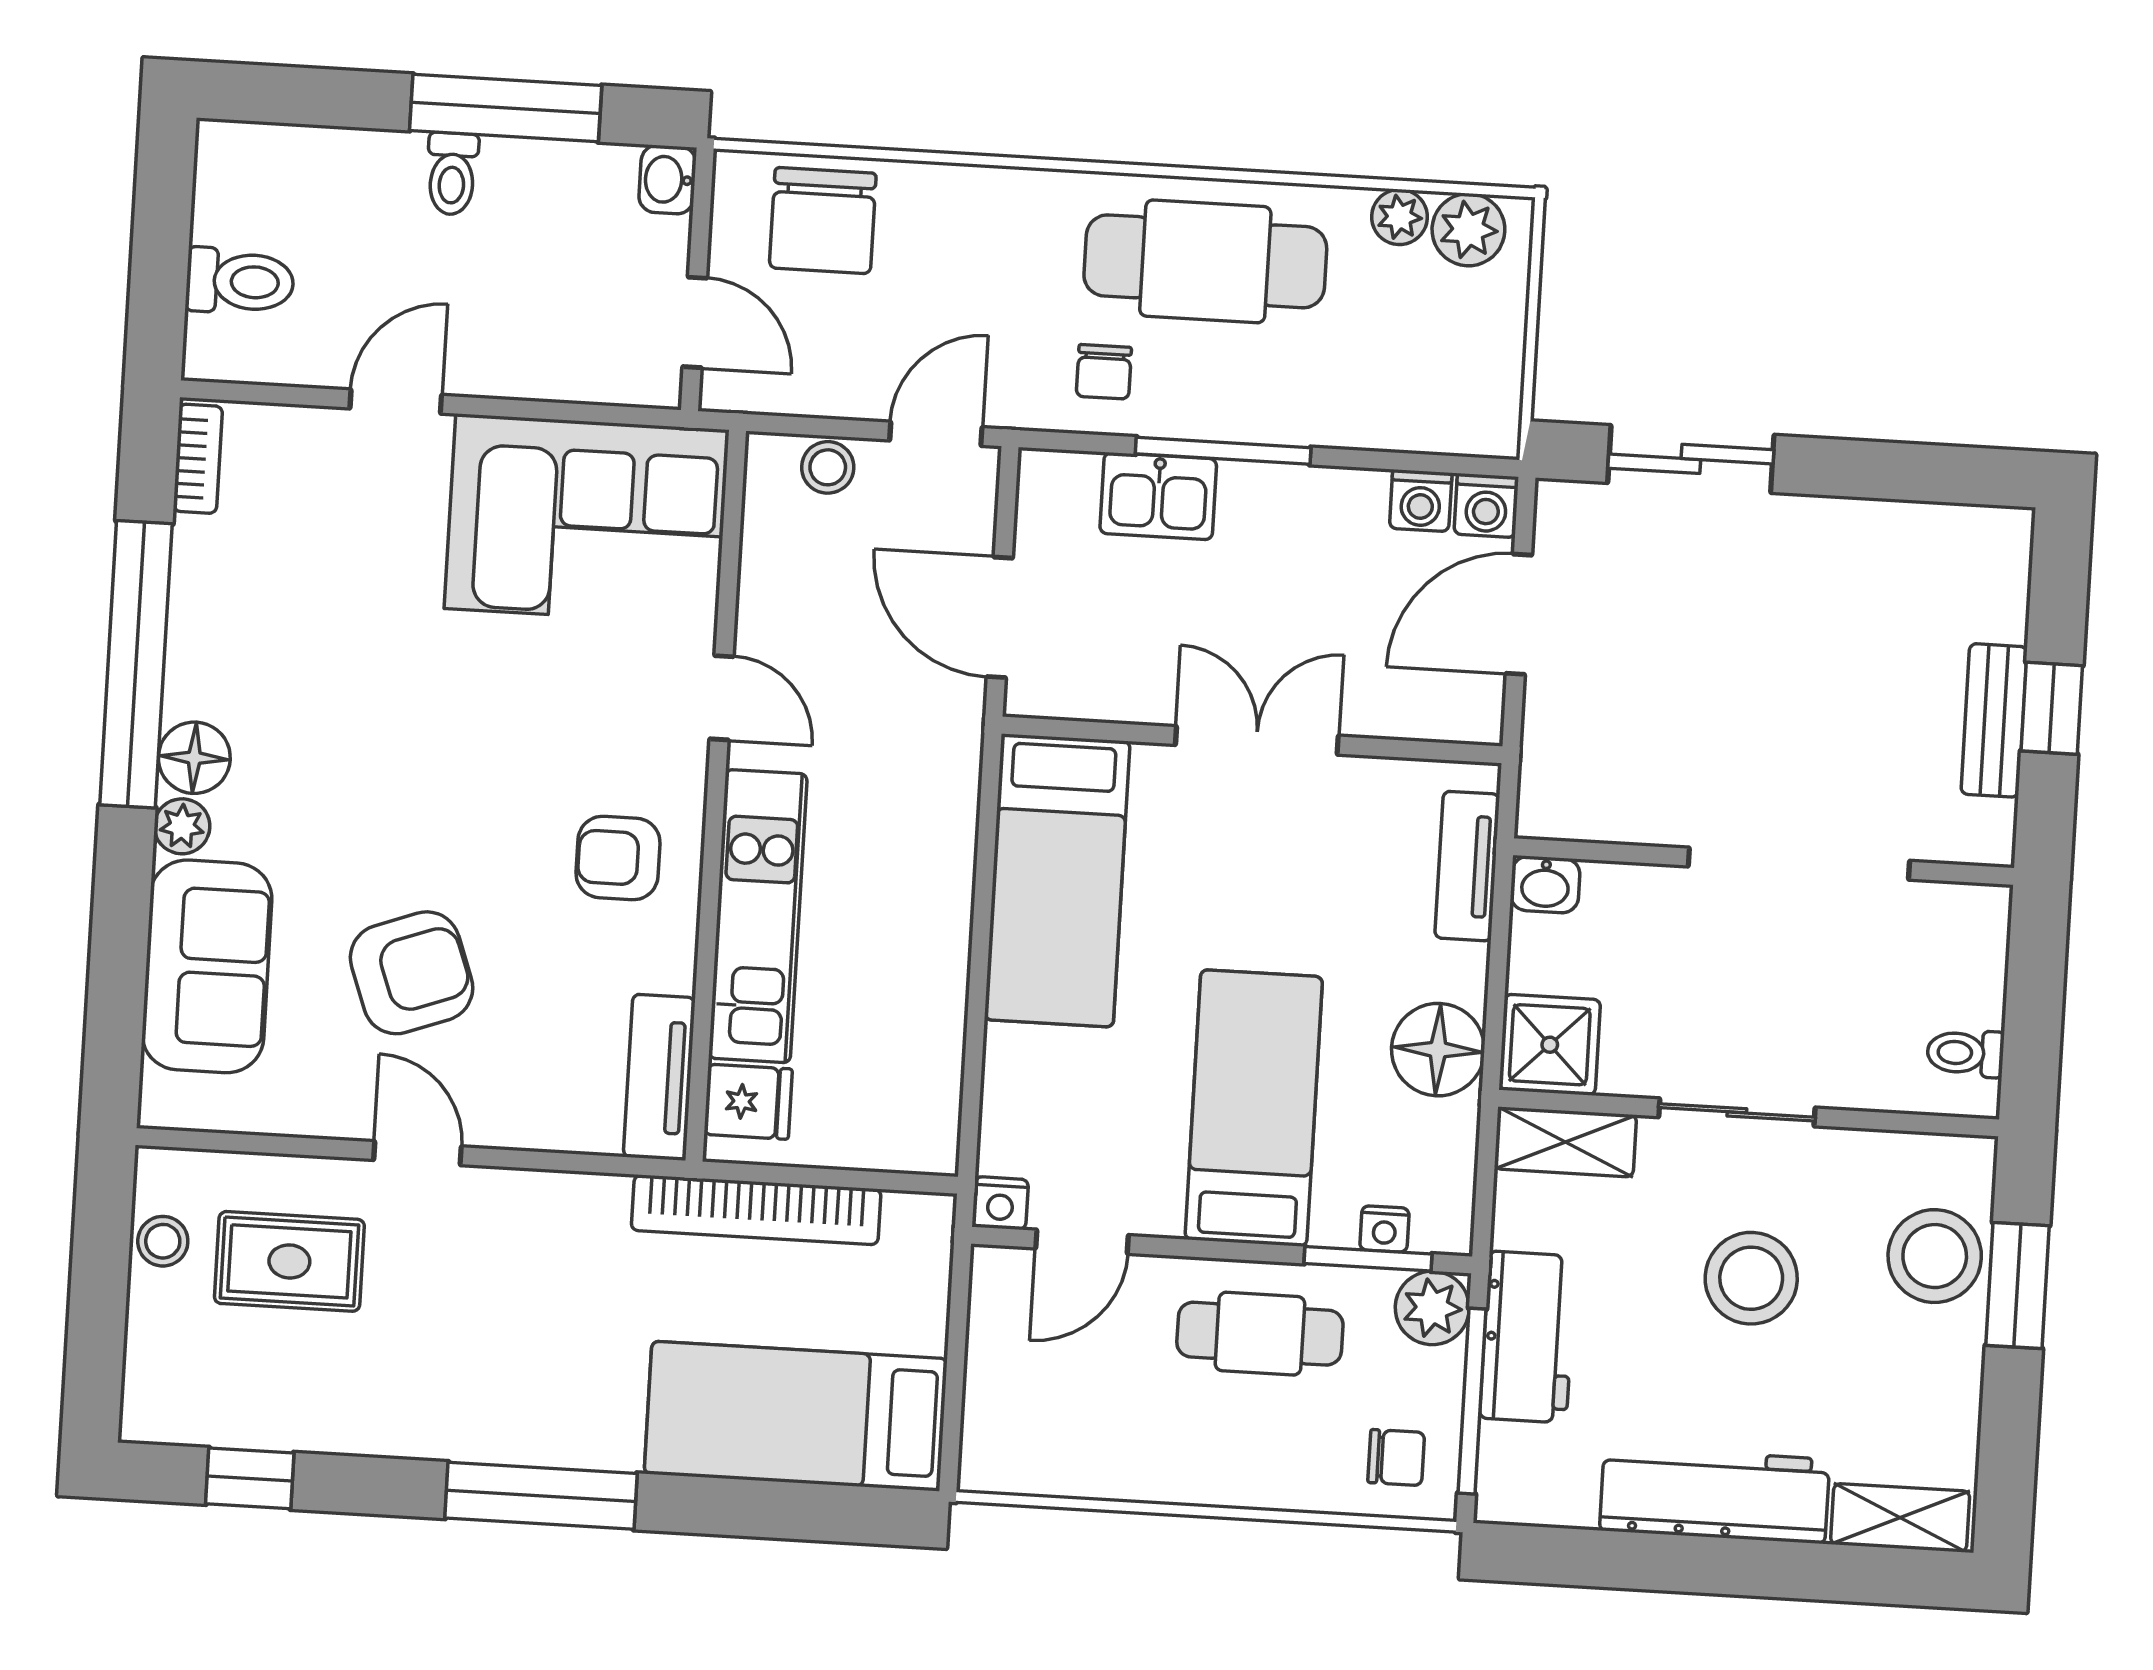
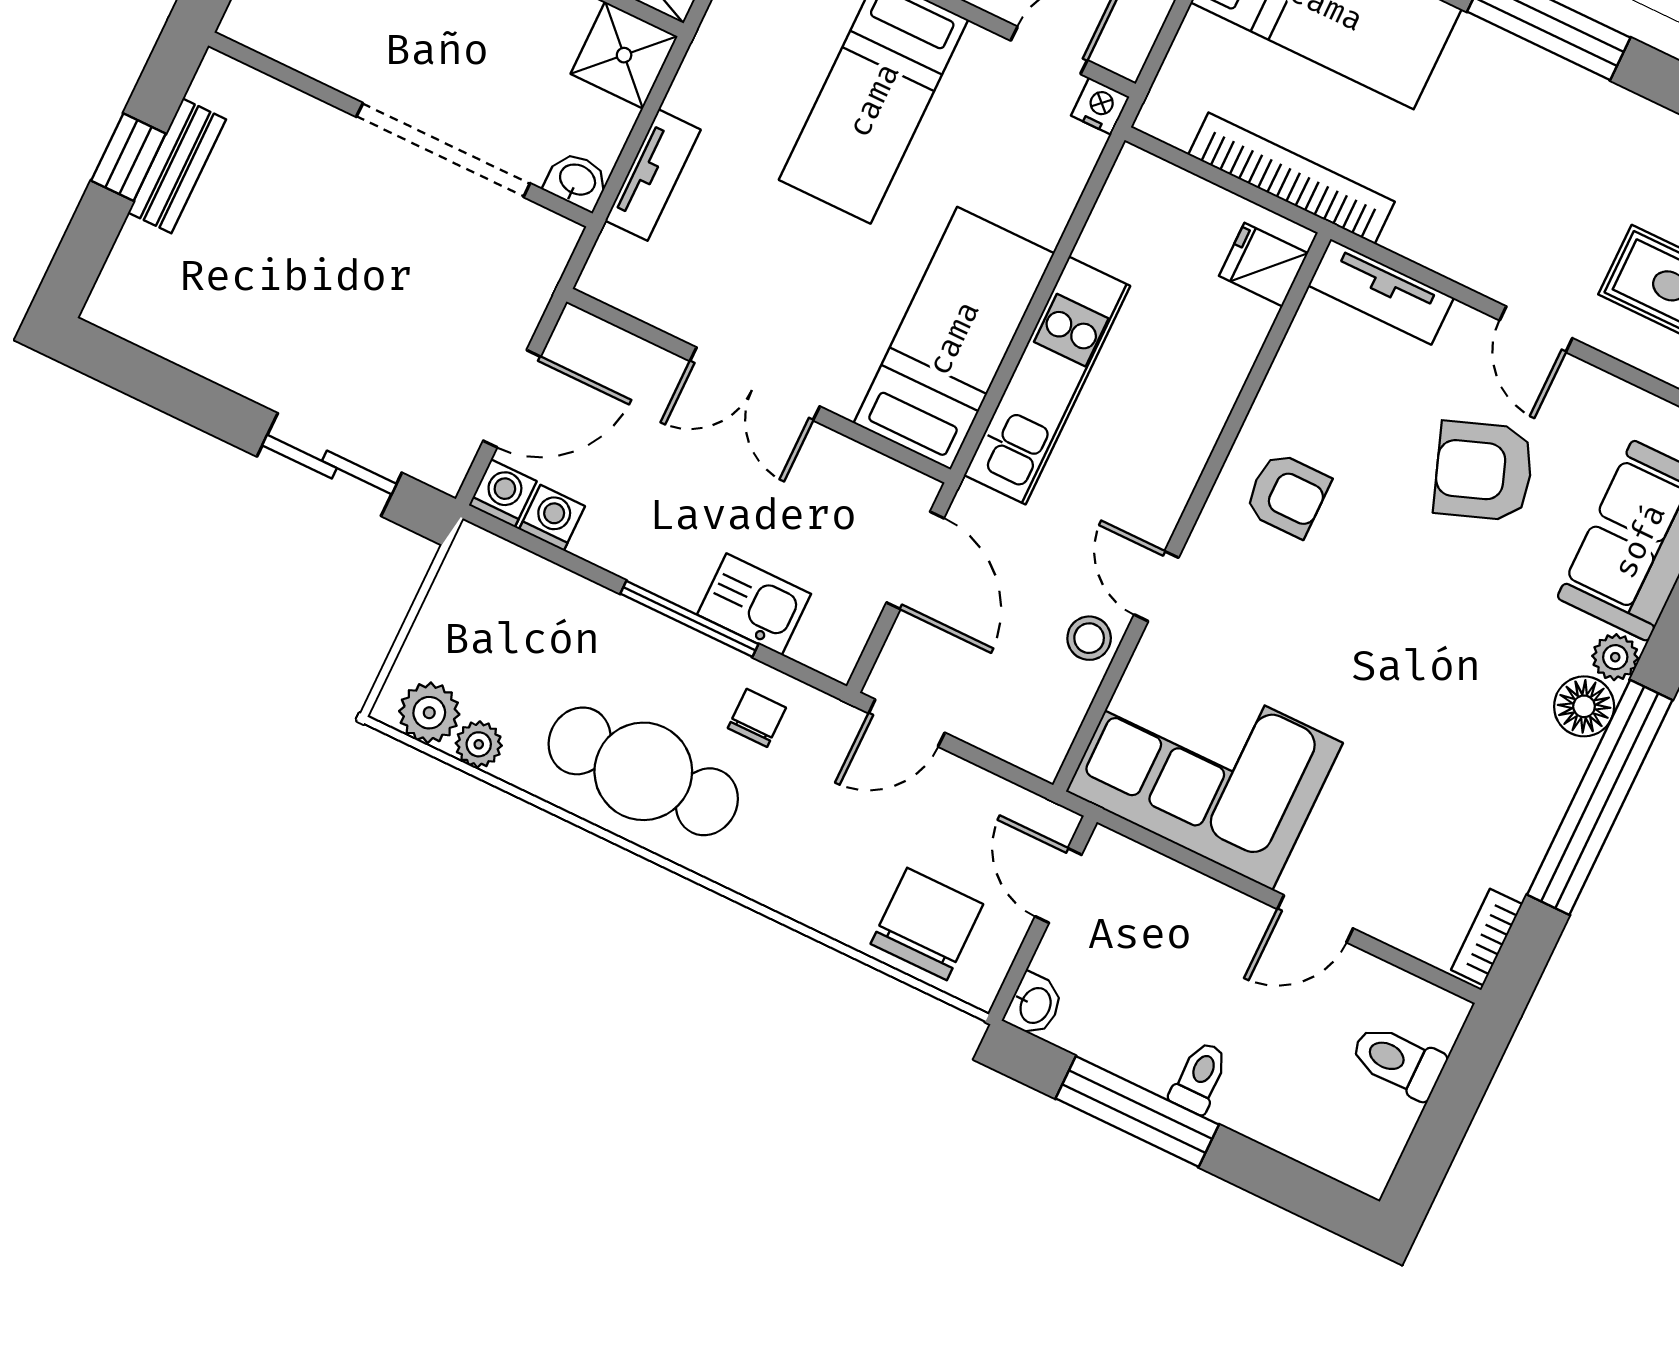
stool: (828, 467) -> (1089, 638), moved
doorway: (1799, 864) -> (443, 150), moved
tv unit: (1467, 866) -> (653, 175), moved
kitchen unit: (758, 916) -> (1047, 380), moved, turned 180
floor lamp: (1438, 1050) -> (712, 87), removed
tv unit: (659, 1077) -> (1381, 292), moved, turned 90

